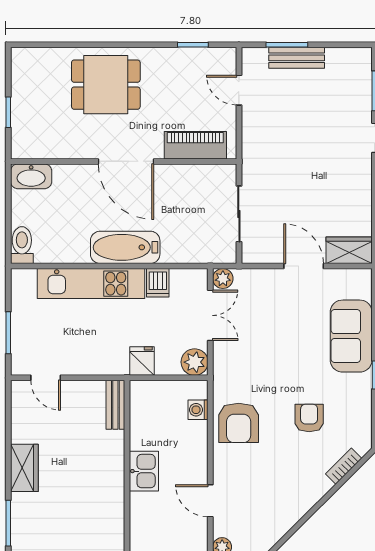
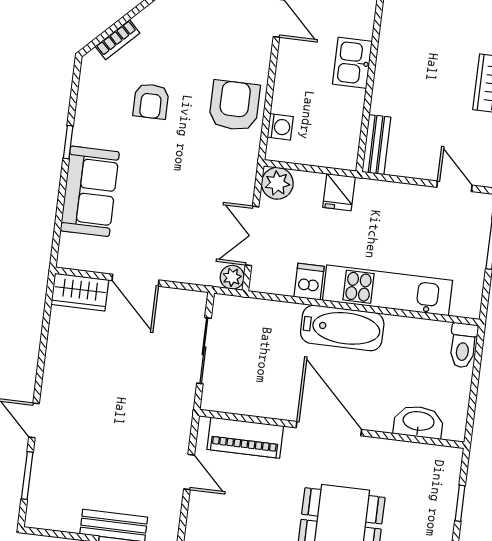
door: (239, 90) -> (189, 472), moved
washbasin: (31, 176) -> (418, 422), moved

